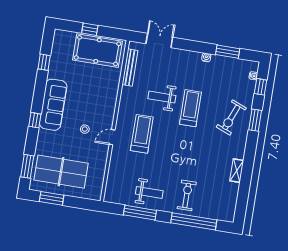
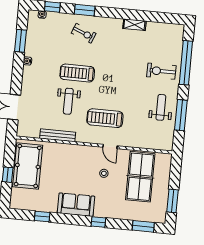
bench: (130, 67) -> (58, 135), moved
sofa: (53, 105) -> (76, 205), width x0.73
exercise bike: (231, 117) -> (84, 33), width x0.73, depth x0.72
table tennis table: (61, 172) -> (140, 177), moved

